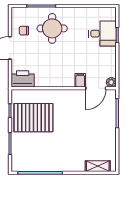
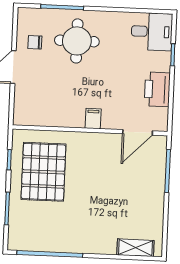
desk: (102, 34) -> (152, 32), moved
printer: (23, 79) -> (157, 89), moved, turned -90
filing cabinet: (80, 80) -> (93, 119), moved
plant: (111, 82) -> (161, 124), removed
pallet: (33, 118) -> (43, 172), turned 90

